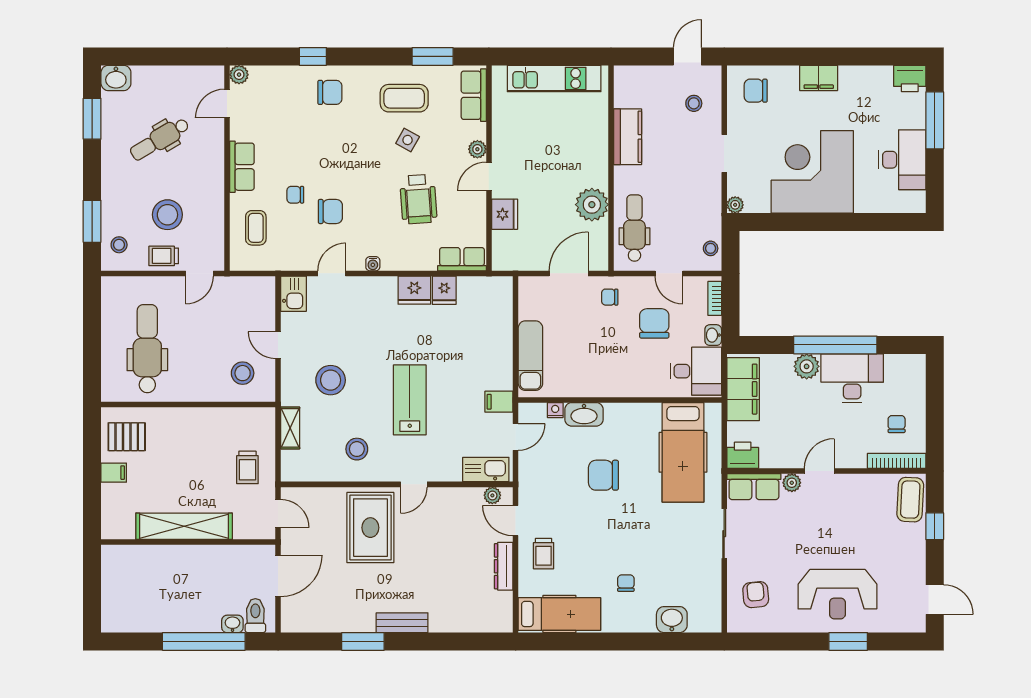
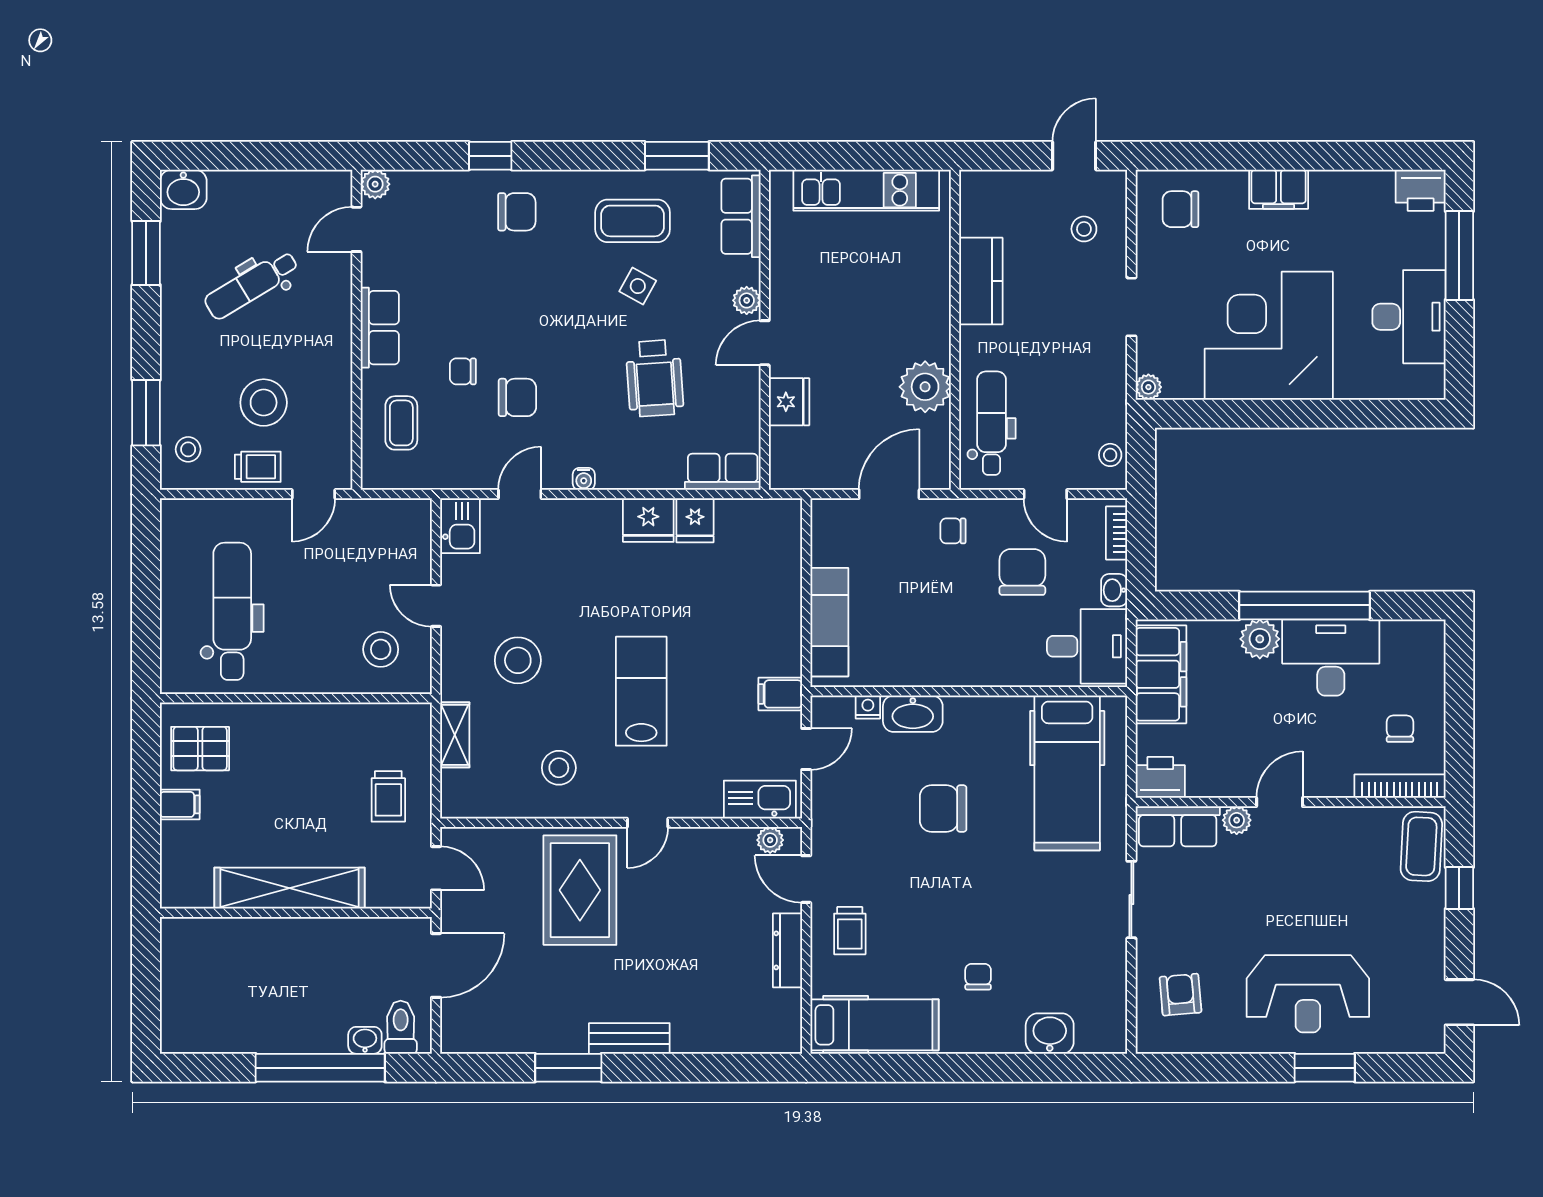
trolley: (164, 256) -> (258, 467), turned 180

